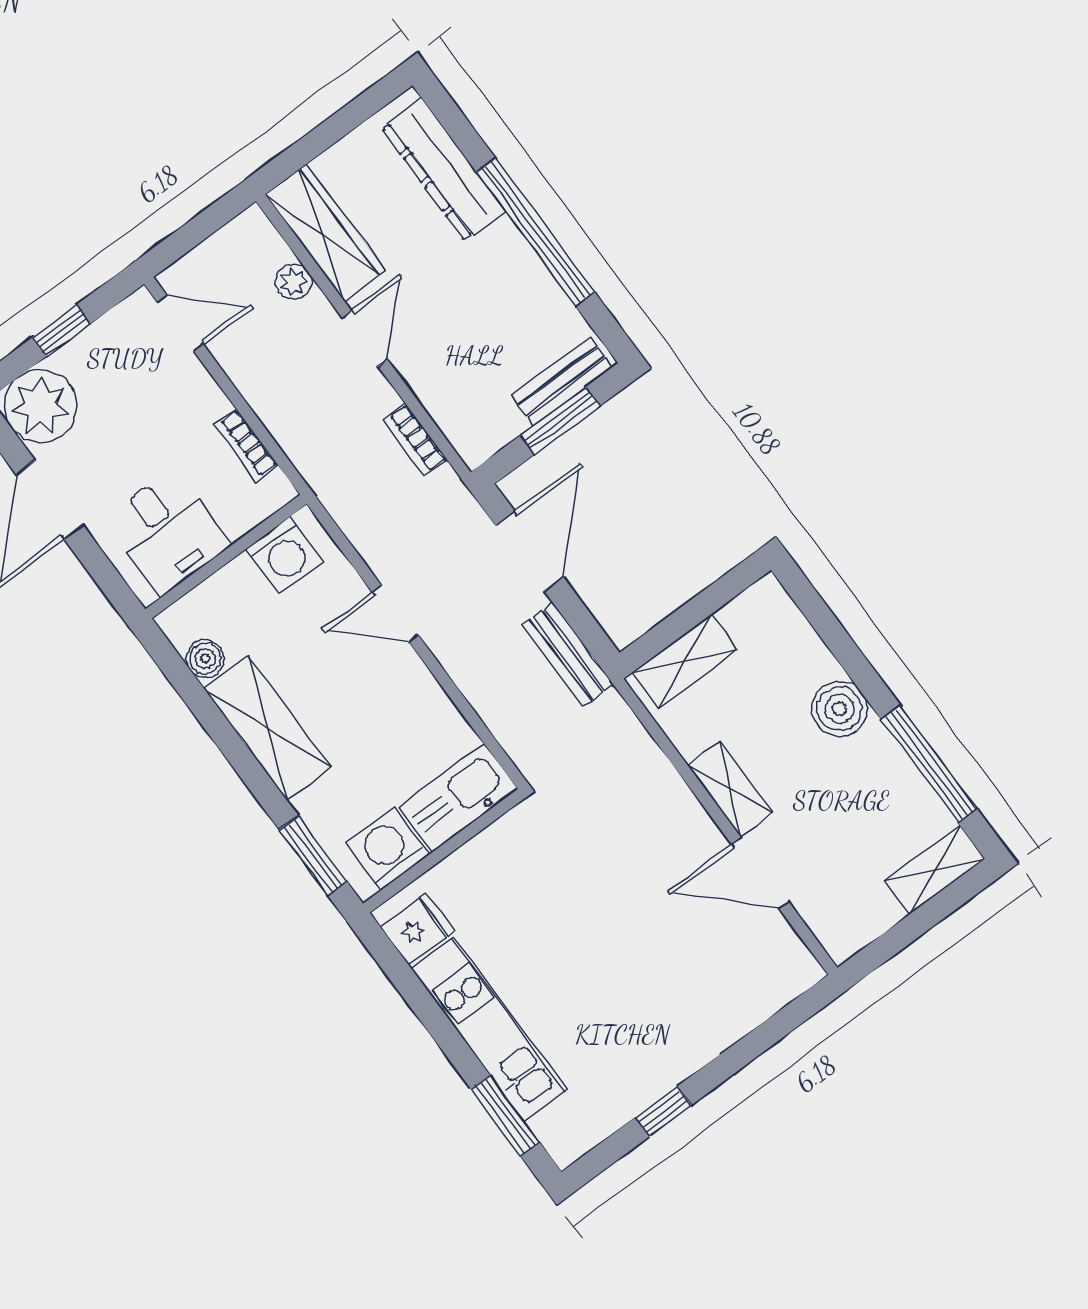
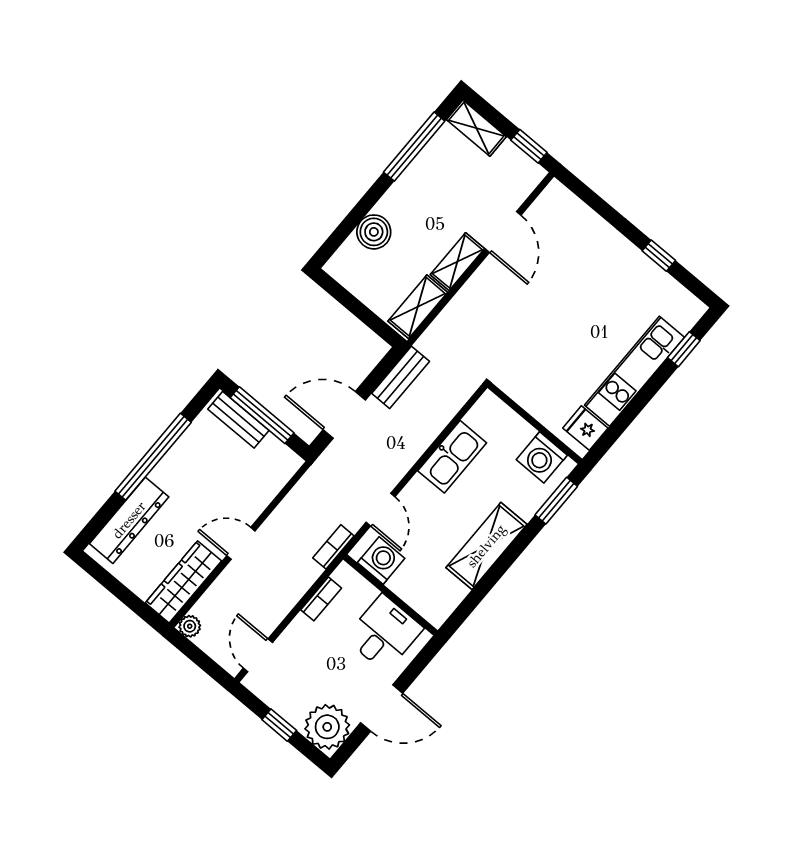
plant: (294, 282) -> (190, 626), moved
window: (560, 421) -> (262, 415), width x1.44
bookcase: (415, 440) -> (333, 547), moved, turned 180
door: (395, 614) -> (381, 510), moved
boiler: (205, 659) -> (454, 593), removed
shelving: (685, 661) -> (418, 307), moved, turned 90
boiler: (840, 709) -> (374, 232), moved
kitchen sink: (458, 798) -> (452, 457), moved, turned -90
window: (886, 946) -> (529, 146), added
window: (505, 1116) -> (684, 349), width x0.67

